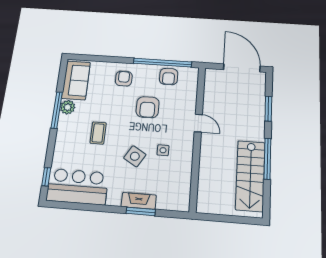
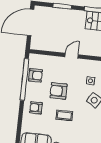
armchair: (148, 107) -> (59, 91), turned 180
coffee table: (98, 133) -> (64, 115), moved

